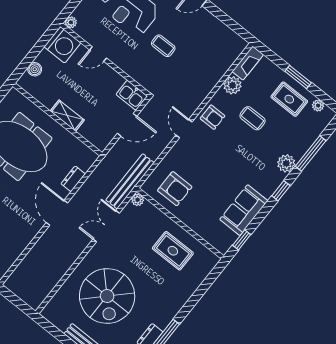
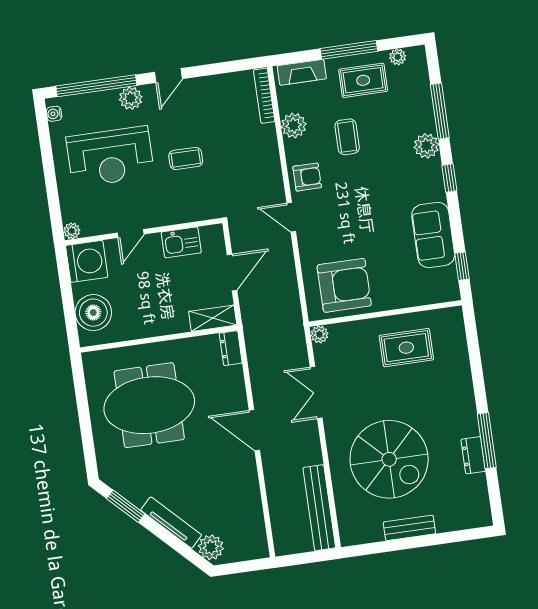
bookcase: (233, 56) -> (264, 96), added
fireplace: (248, 63) -> (302, 72), moved, turned 90
boiler: (35, 69) -> (93, 313), width x1.86, depth x1.86
window: (298, 77) -> (349, 50), width x1.44
kitchen sink: (132, 95) -> (181, 242), moved
shelving: (67, 116) -> (213, 318), moved
coffee table: (253, 118) -> (347, 137), turned 90
dresser: (73, 179) -> (231, 348), moved
bench: (130, 181) -> (319, 508), moved
armchair: (175, 189) -> (344, 285), width x1.36, depth x1.36

